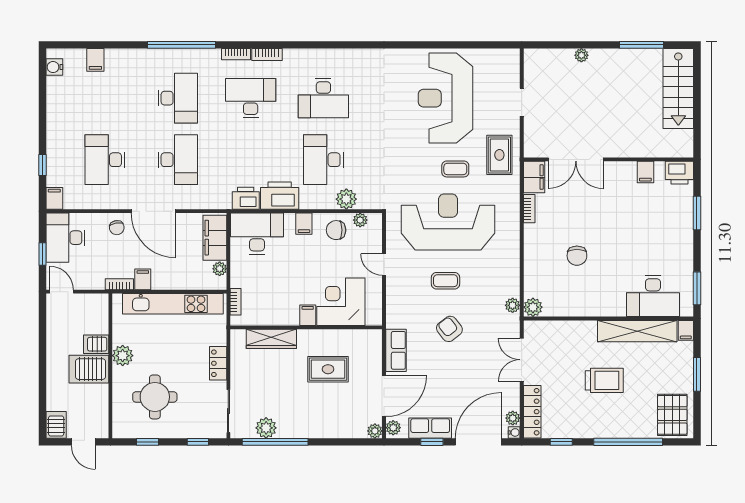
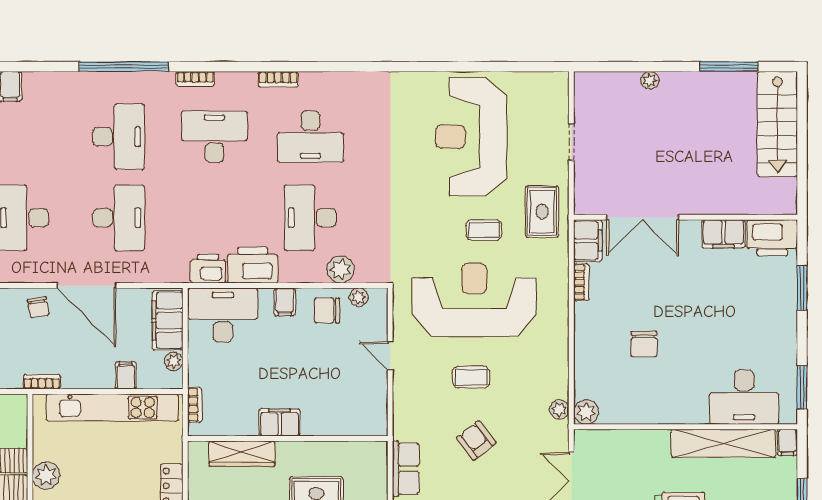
bookcase: (267, 54) -> (278, 79), moved
filing cabinet: (645, 172) -> (723, 234), width x2.00
printer: (679, 173) -> (772, 238), width x1.37, depth x1.19
filing cabinet: (143, 279) -> (126, 375), moved
corner desk: (341, 302) -> (333, 405), removed
filing cabinet: (308, 315) -> (279, 422), width x2.00

